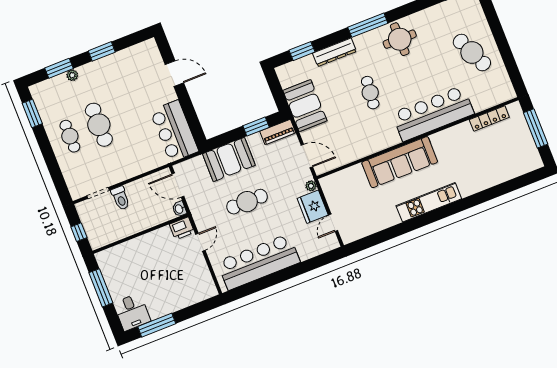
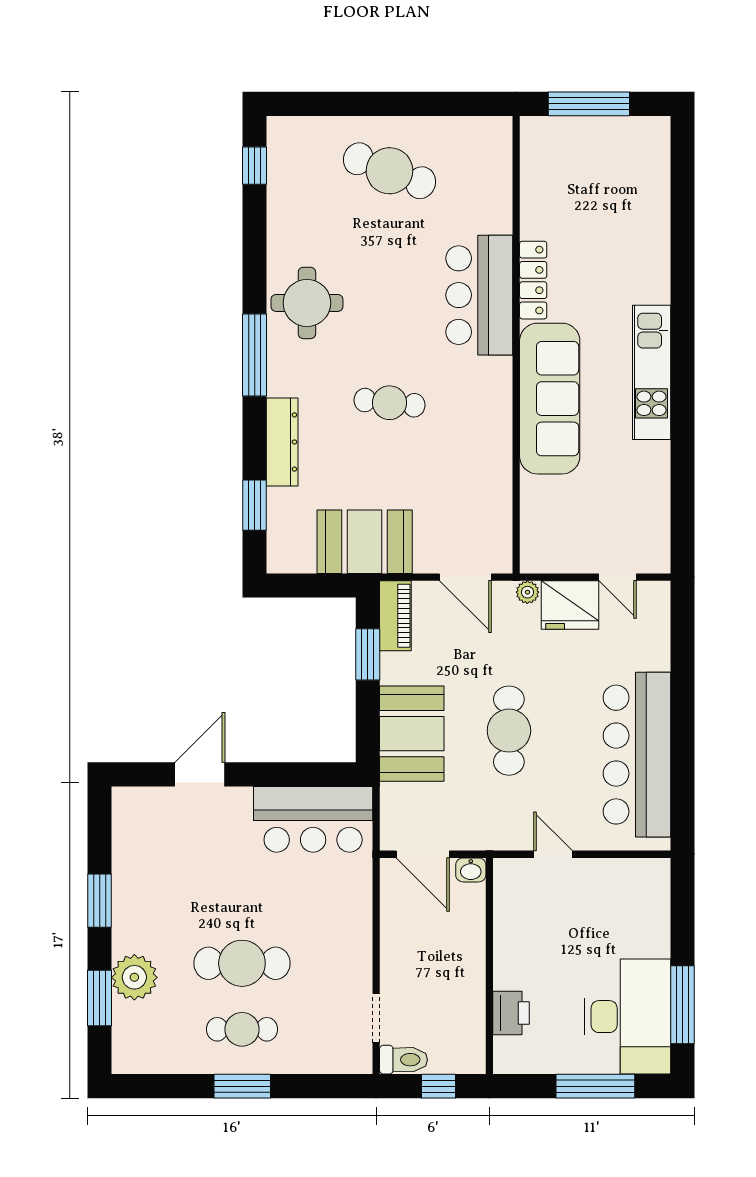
cafe table: (472, 53) -> (390, 171), turned 45
plant: (72, 75) -> (134, 977), width x1.87, depth x1.87
window: (32, 113) -> (242, 1086), moved
bar counter: (433, 113) -> (479, 295), width x0.73
locker: (489, 118) -> (533, 280), moved
door: (307, 156) -> (465, 577), swing flipped
door: (178, 185) -> (423, 854), hinge flipped
toilet: (120, 198) -> (404, 1060), moved
printer: (182, 228) -> (511, 1013), moved
window: (101, 288) -> (595, 1086), moved
desk: (132, 312) -> (627, 1017), width x1.87, depth x1.30

